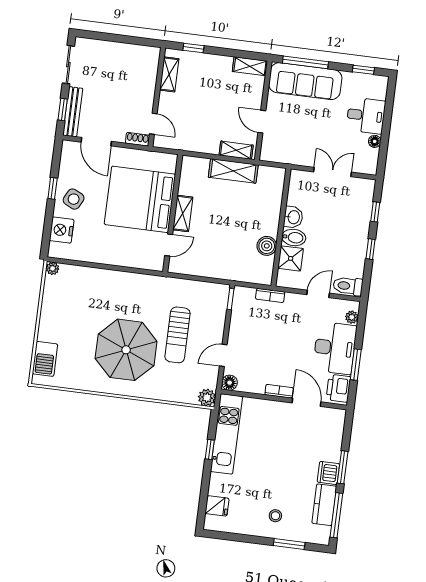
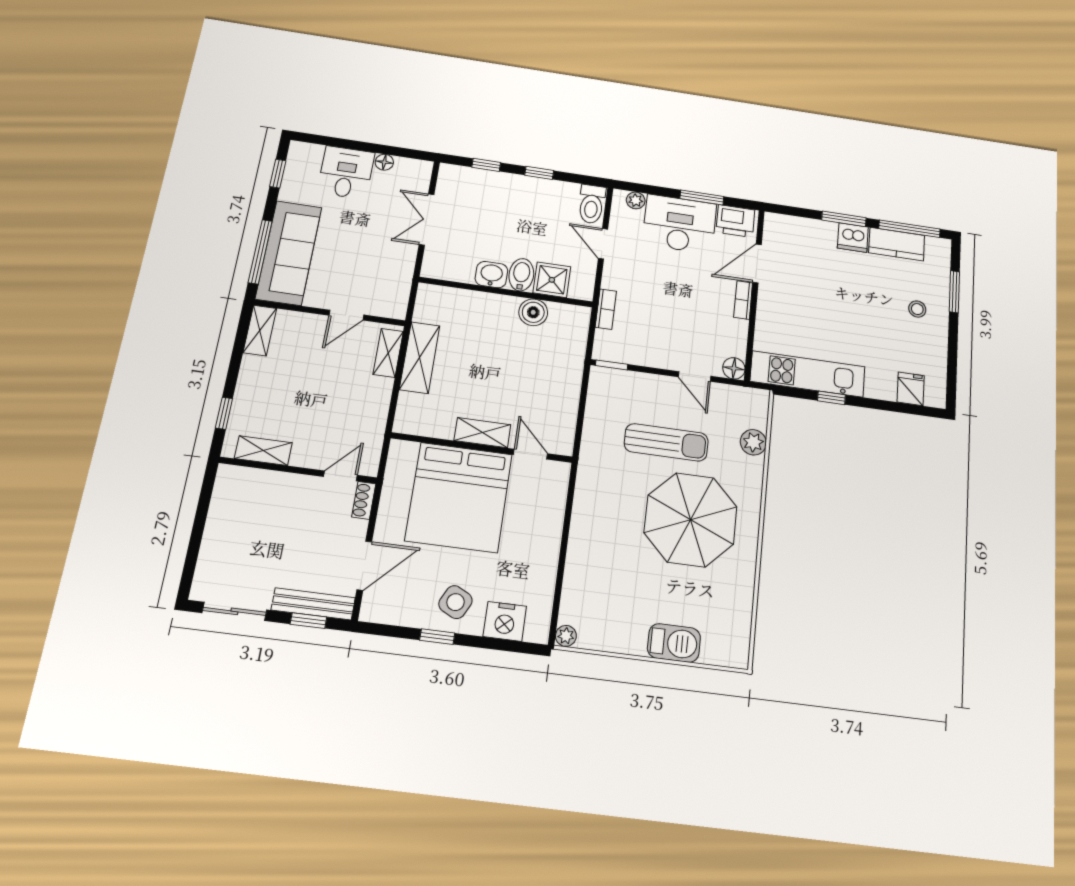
barbecue: (45, 359) -> (674, 643), moved
plant: (207, 398) -> (753, 442), moved

